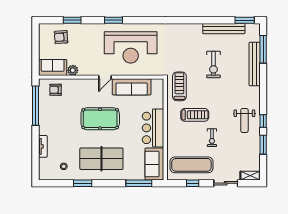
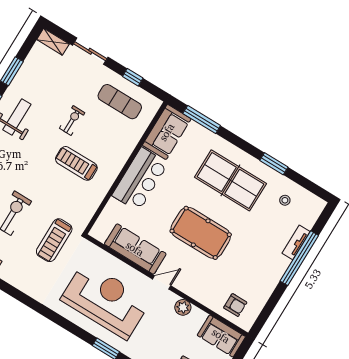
plant: (73, 70) -> (183, 307), moved
treadmill: (179, 86) -> (54, 240), moved
window: (36, 106) -> (299, 258), moved
exercise mat: (191, 165) -> (120, 102), width x0.73, depth x0.69

